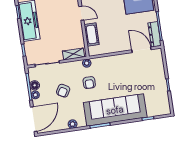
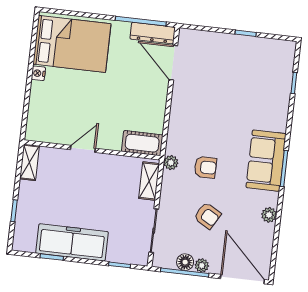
cot: (92, 34) -> (142, 143), moved
door: (141, 50) -> (173, 63), hinge flipped
sofa: (115, 110) -> (266, 161), width x0.54, depth x0.79

